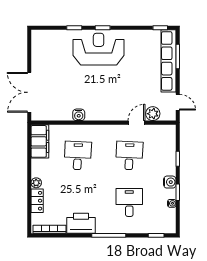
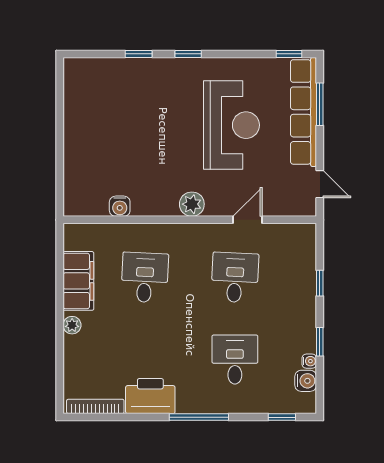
reception desk: (99, 49) -> (231, 125), moved, turned 90
double door: (29, 92) -> (60, 167), removed
plant: (153, 114) -> (192, 204), moved
water cooler: (79, 115) -> (120, 206), moved
filing cabinet: (40, 141) -> (78, 281), moved
water cooler: (170, 182) -> (306, 381), moved
locker: (37, 201) -> (74, 356), removed

